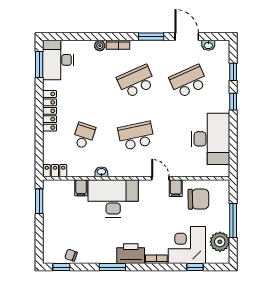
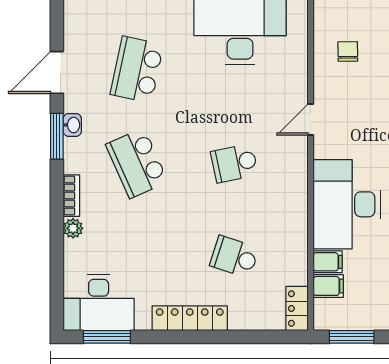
washbasin: (208, 45) -> (72, 125), moved
school desk: (188, 81) -> (137, 69), turned 36
school desk: (136, 136) -> (234, 163), width x0.54
washbasin: (101, 172) -> (299, 225), removed
filing cabinet: (176, 188) -> (328, 286), moved
chair: (198, 199) -> (348, 51), width x0.54, depth x0.54

